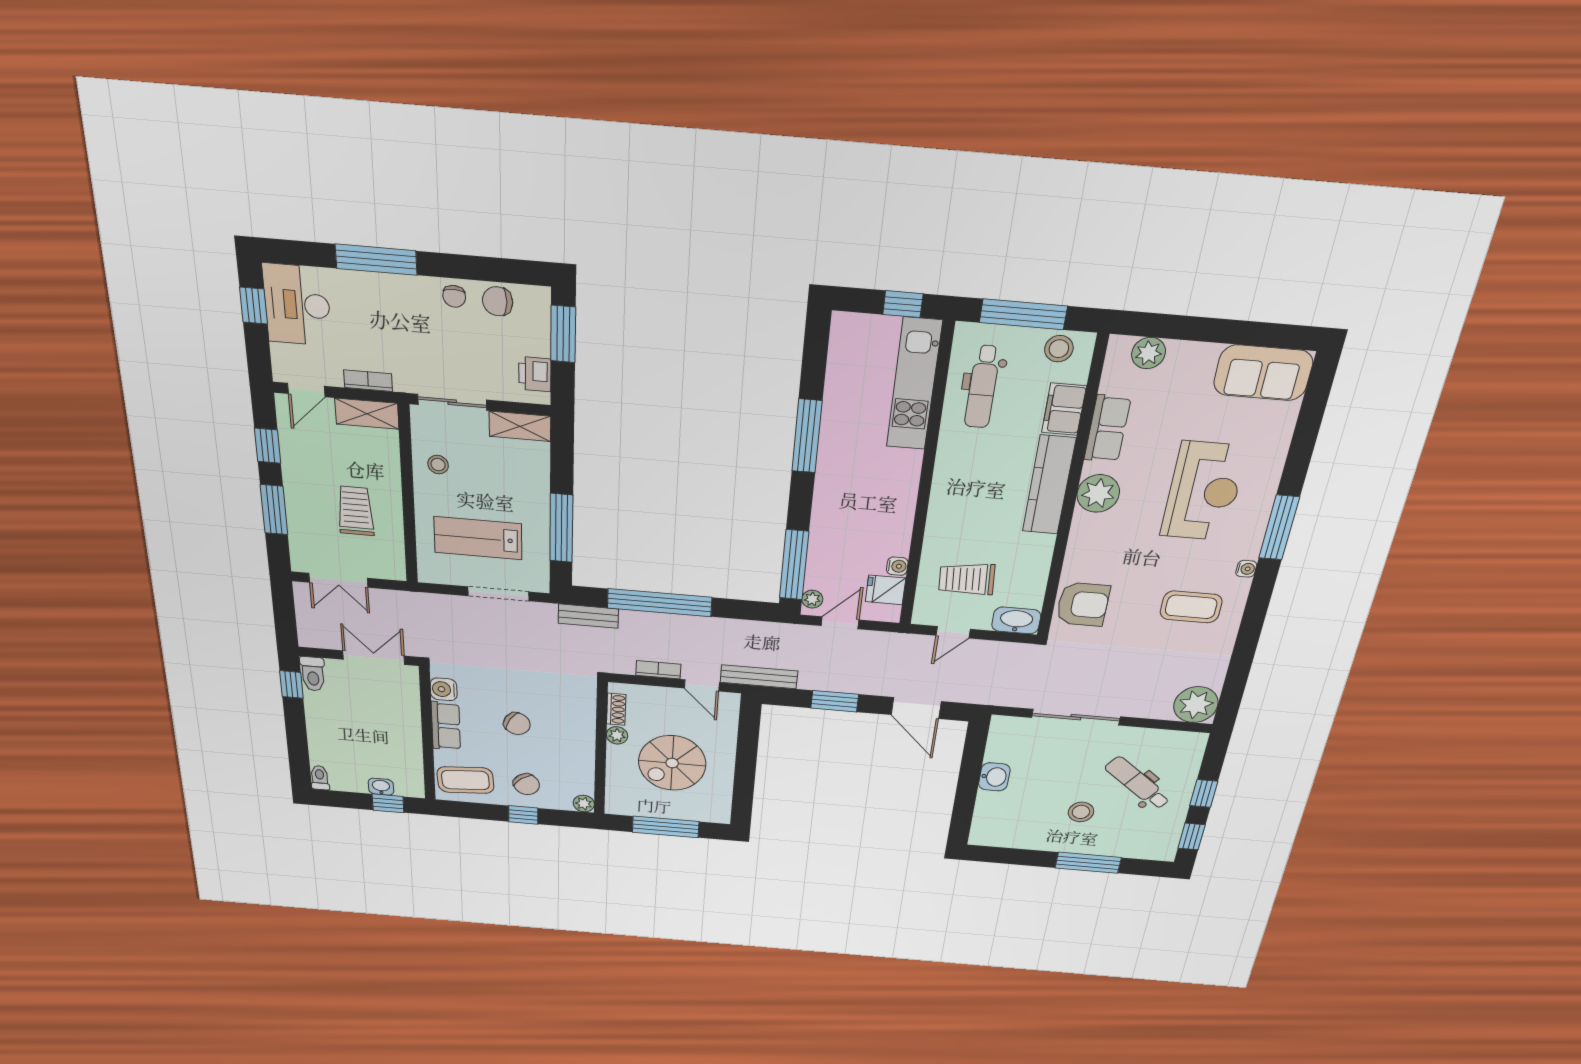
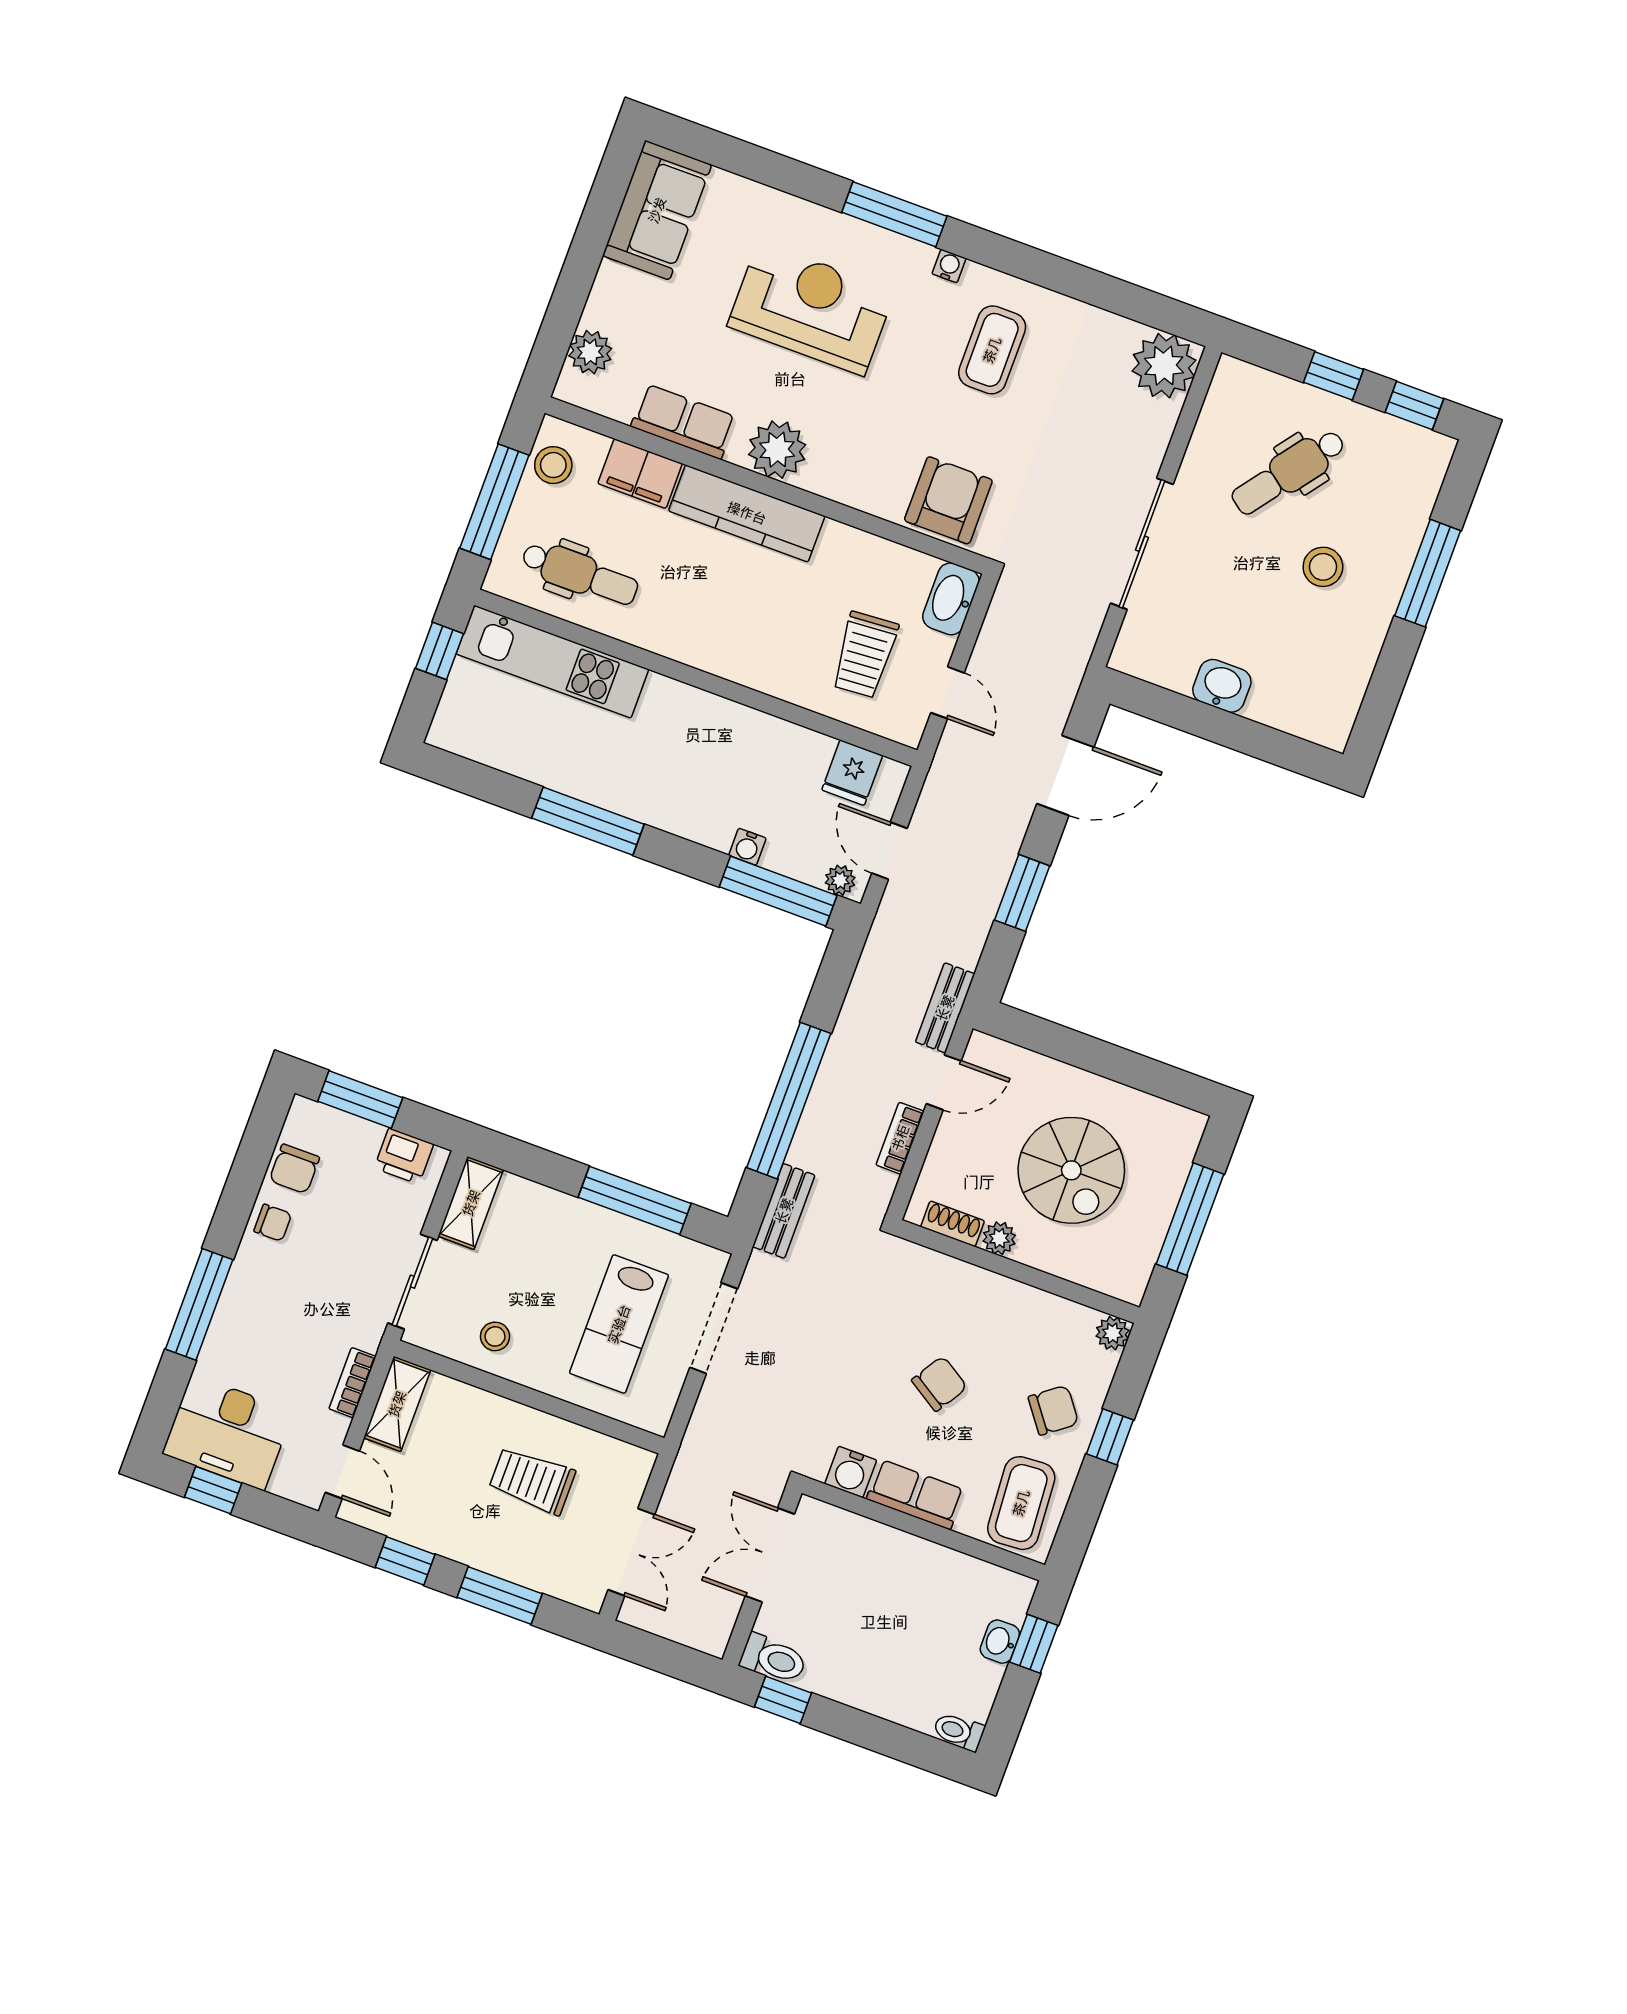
water cooler: (897, 566) -> (747, 847), moved, turned 180
bench: (759, 677) -> (945, 1008), width x0.73

